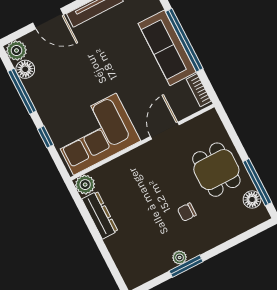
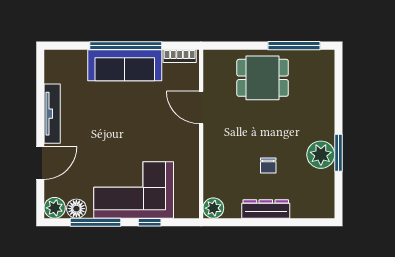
corner sofa: (95, 134) -> (134, 190), moved, turned 90
floor lamp: (252, 199) -> (308, 59), removed
chair: (187, 212) -> (268, 166), moved
dresser: (100, 215) -> (266, 209), moved
plant: (180, 258) -> (321, 155), width x1.88, depth x1.88

